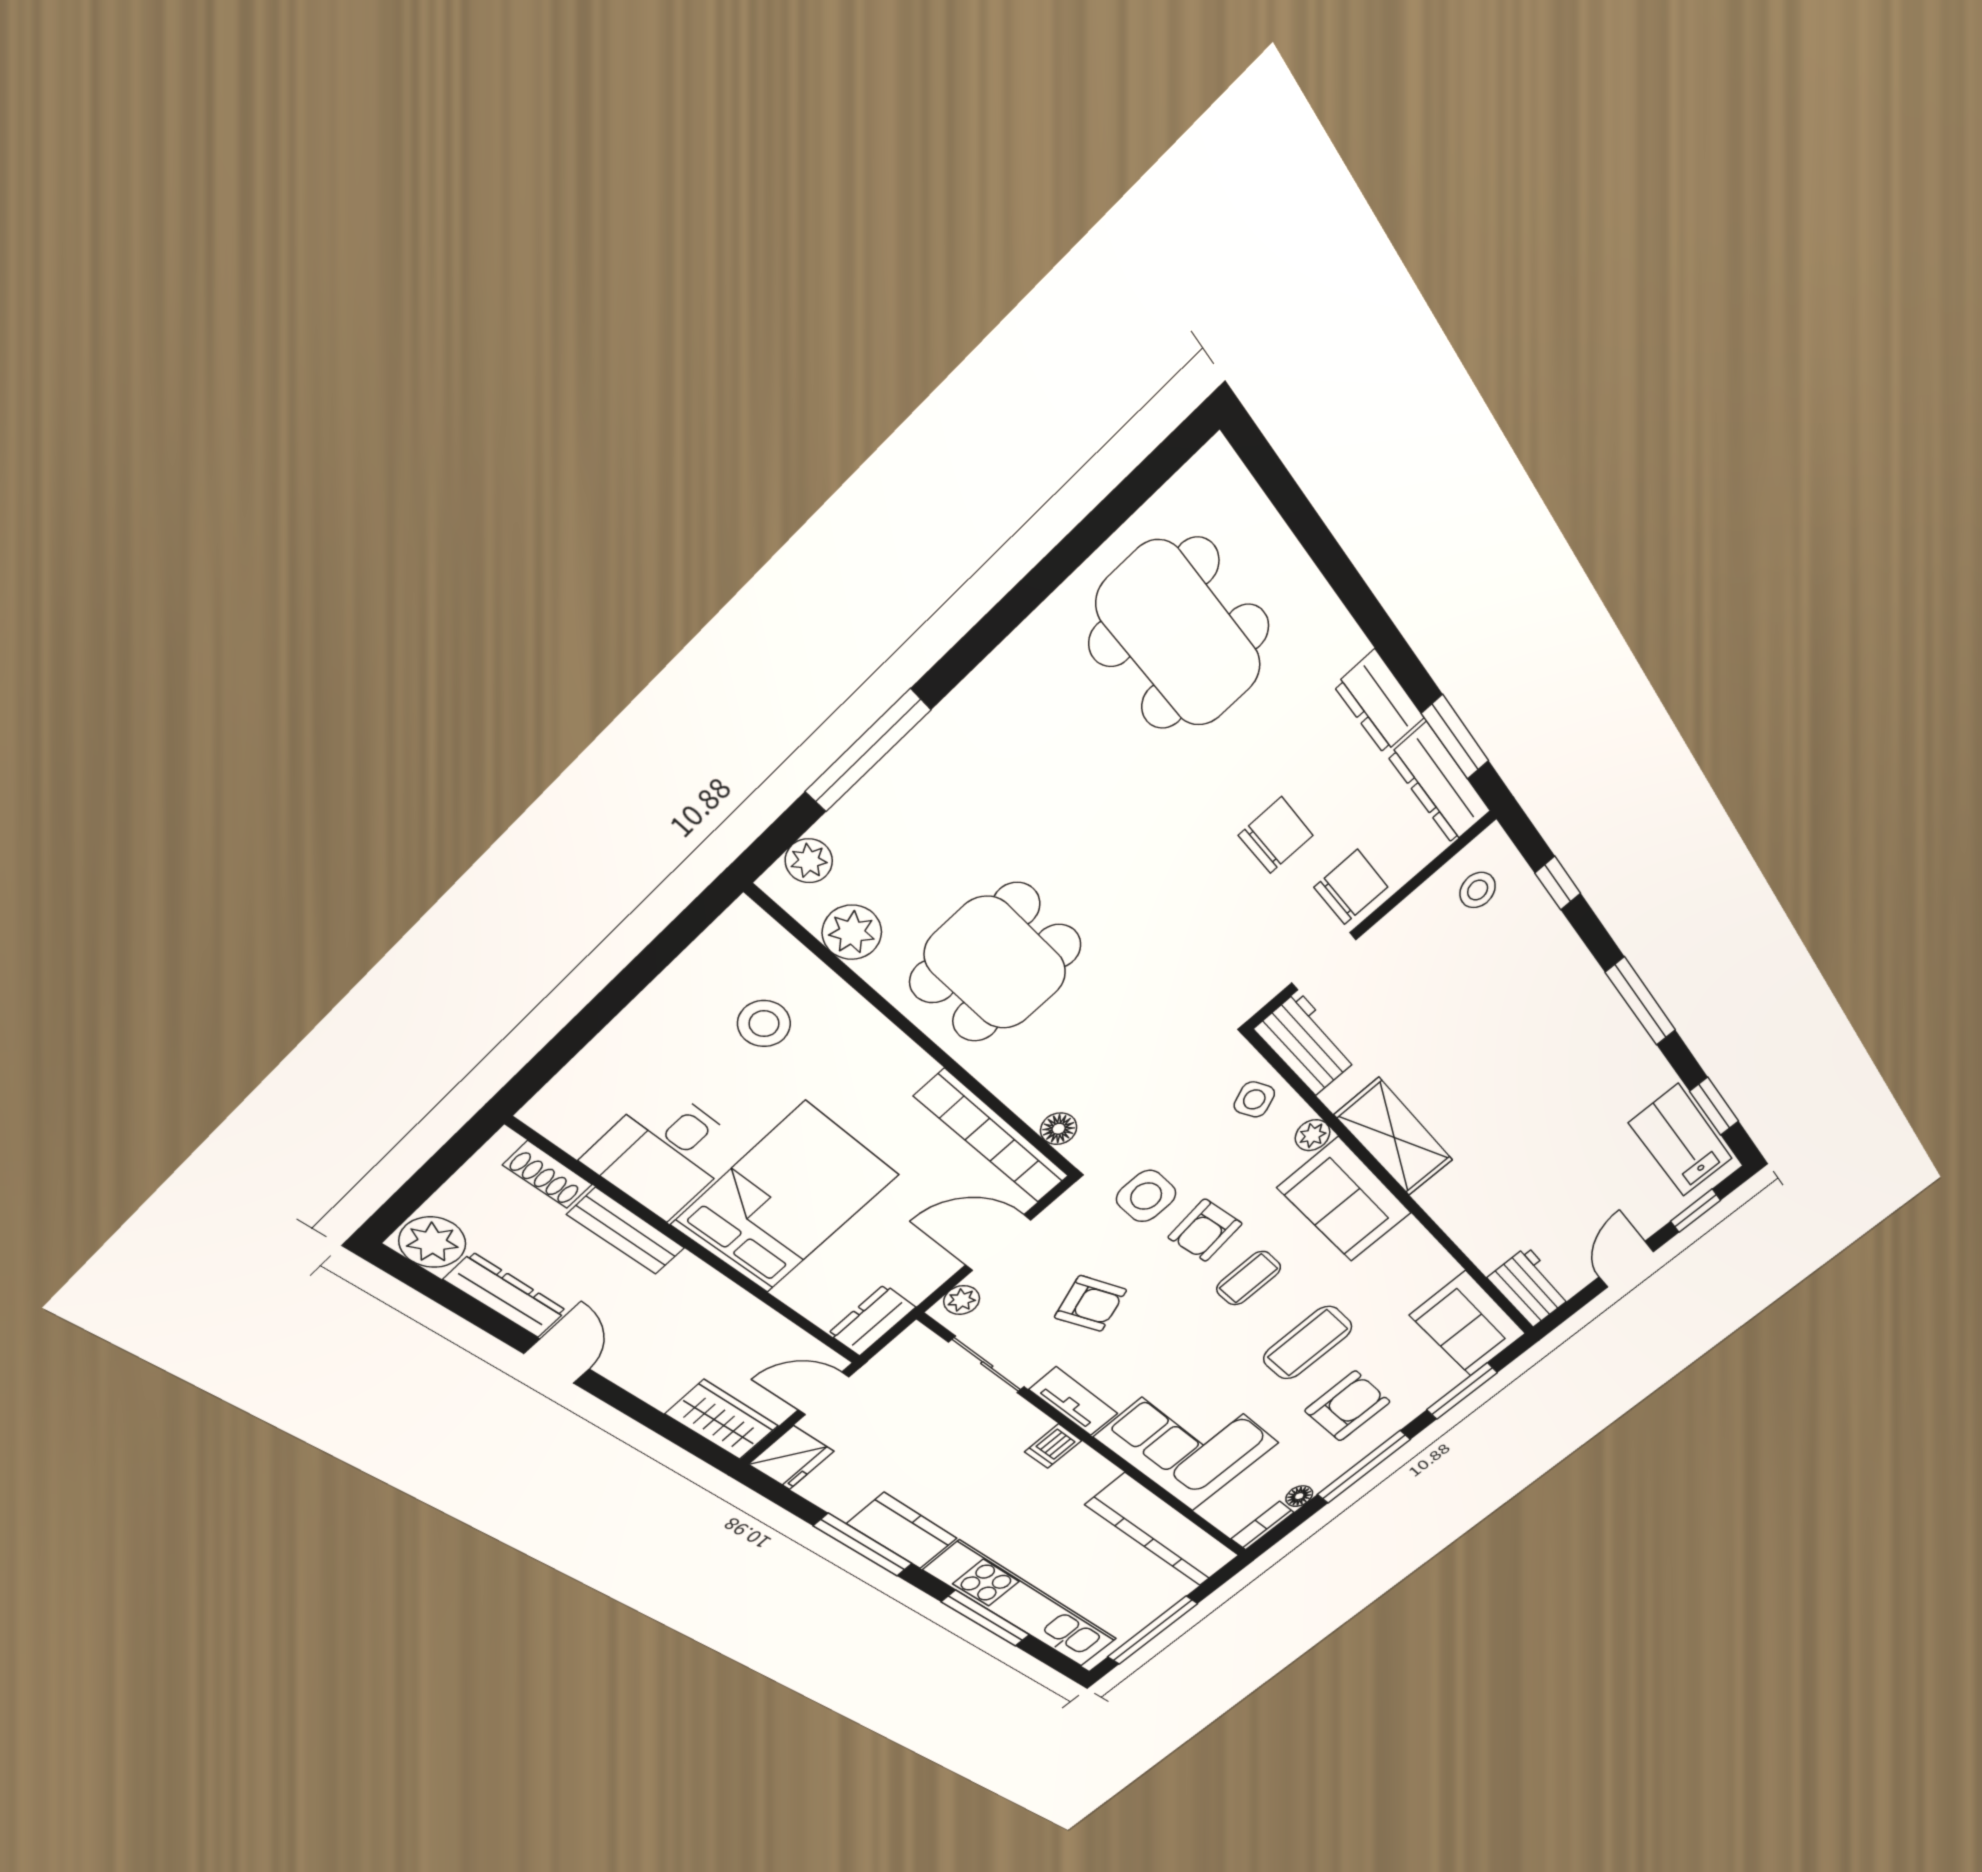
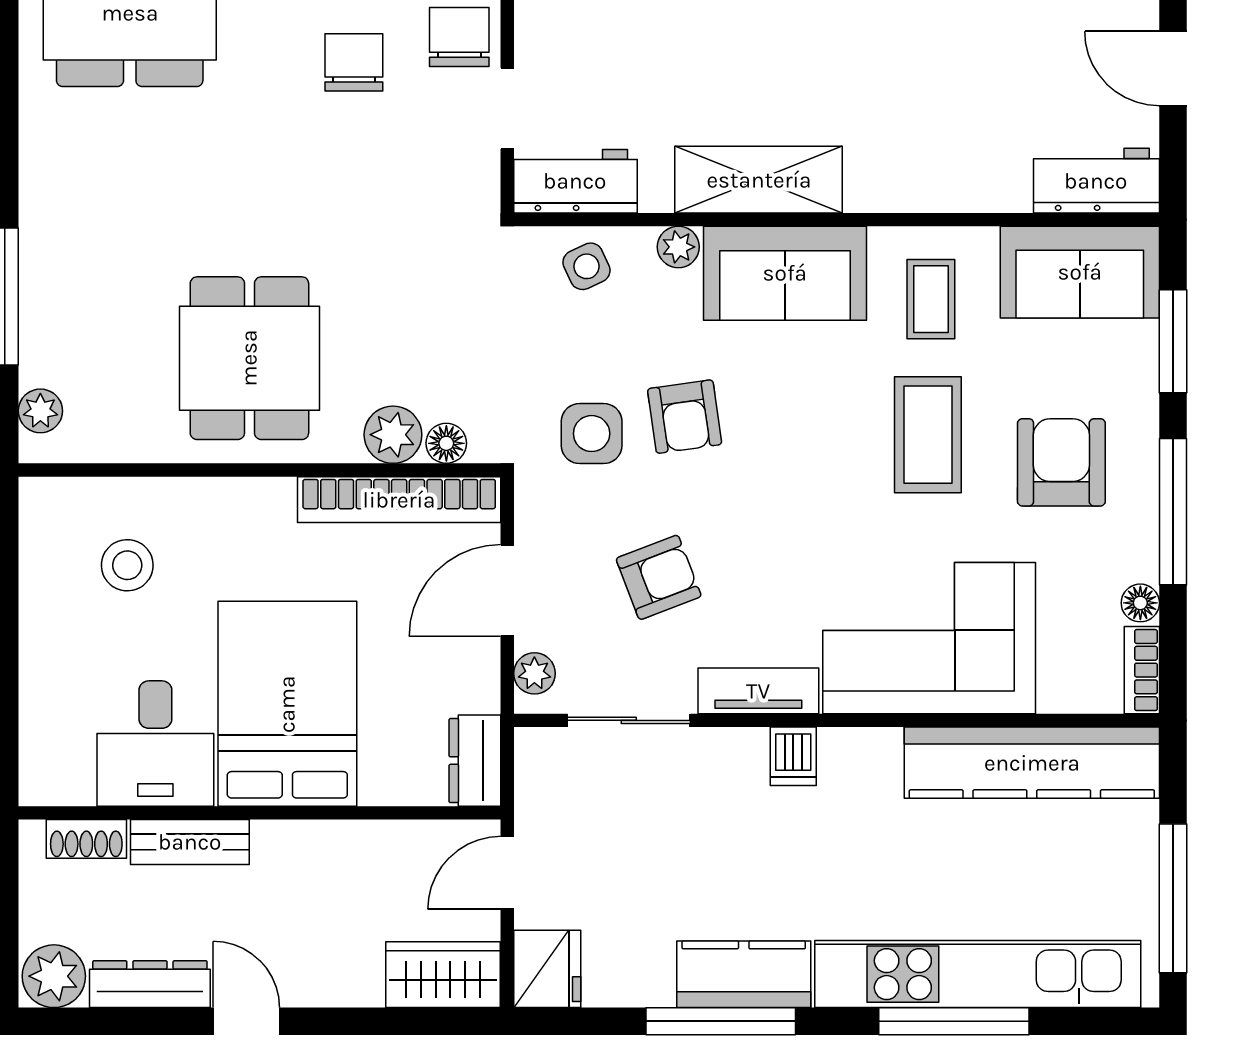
plant: (852, 932) -> (393, 435), moved
coffee table: (1249, 1278) -> (931, 299), moved

